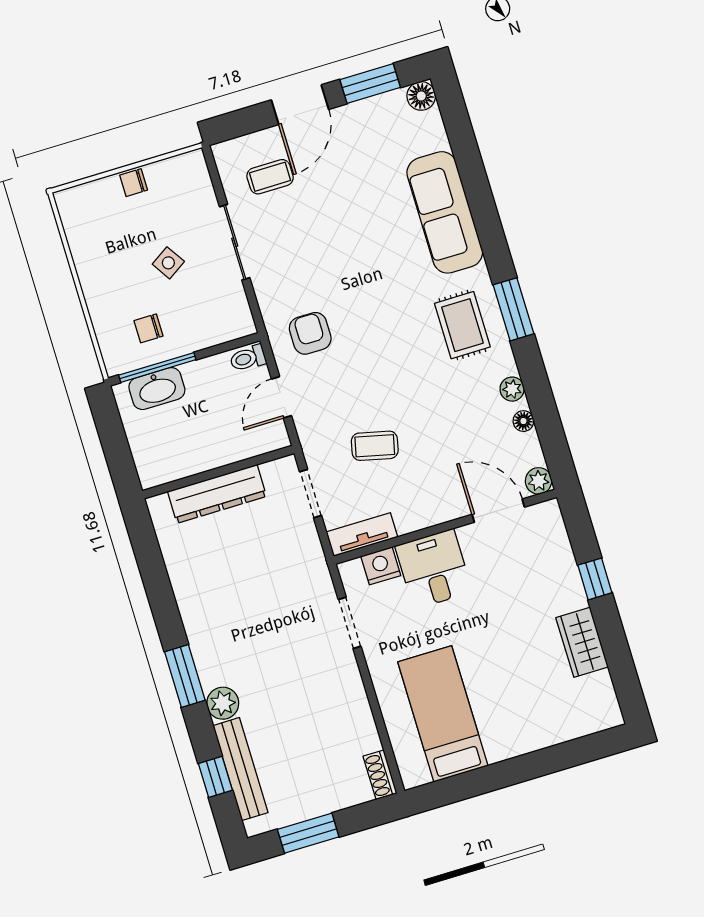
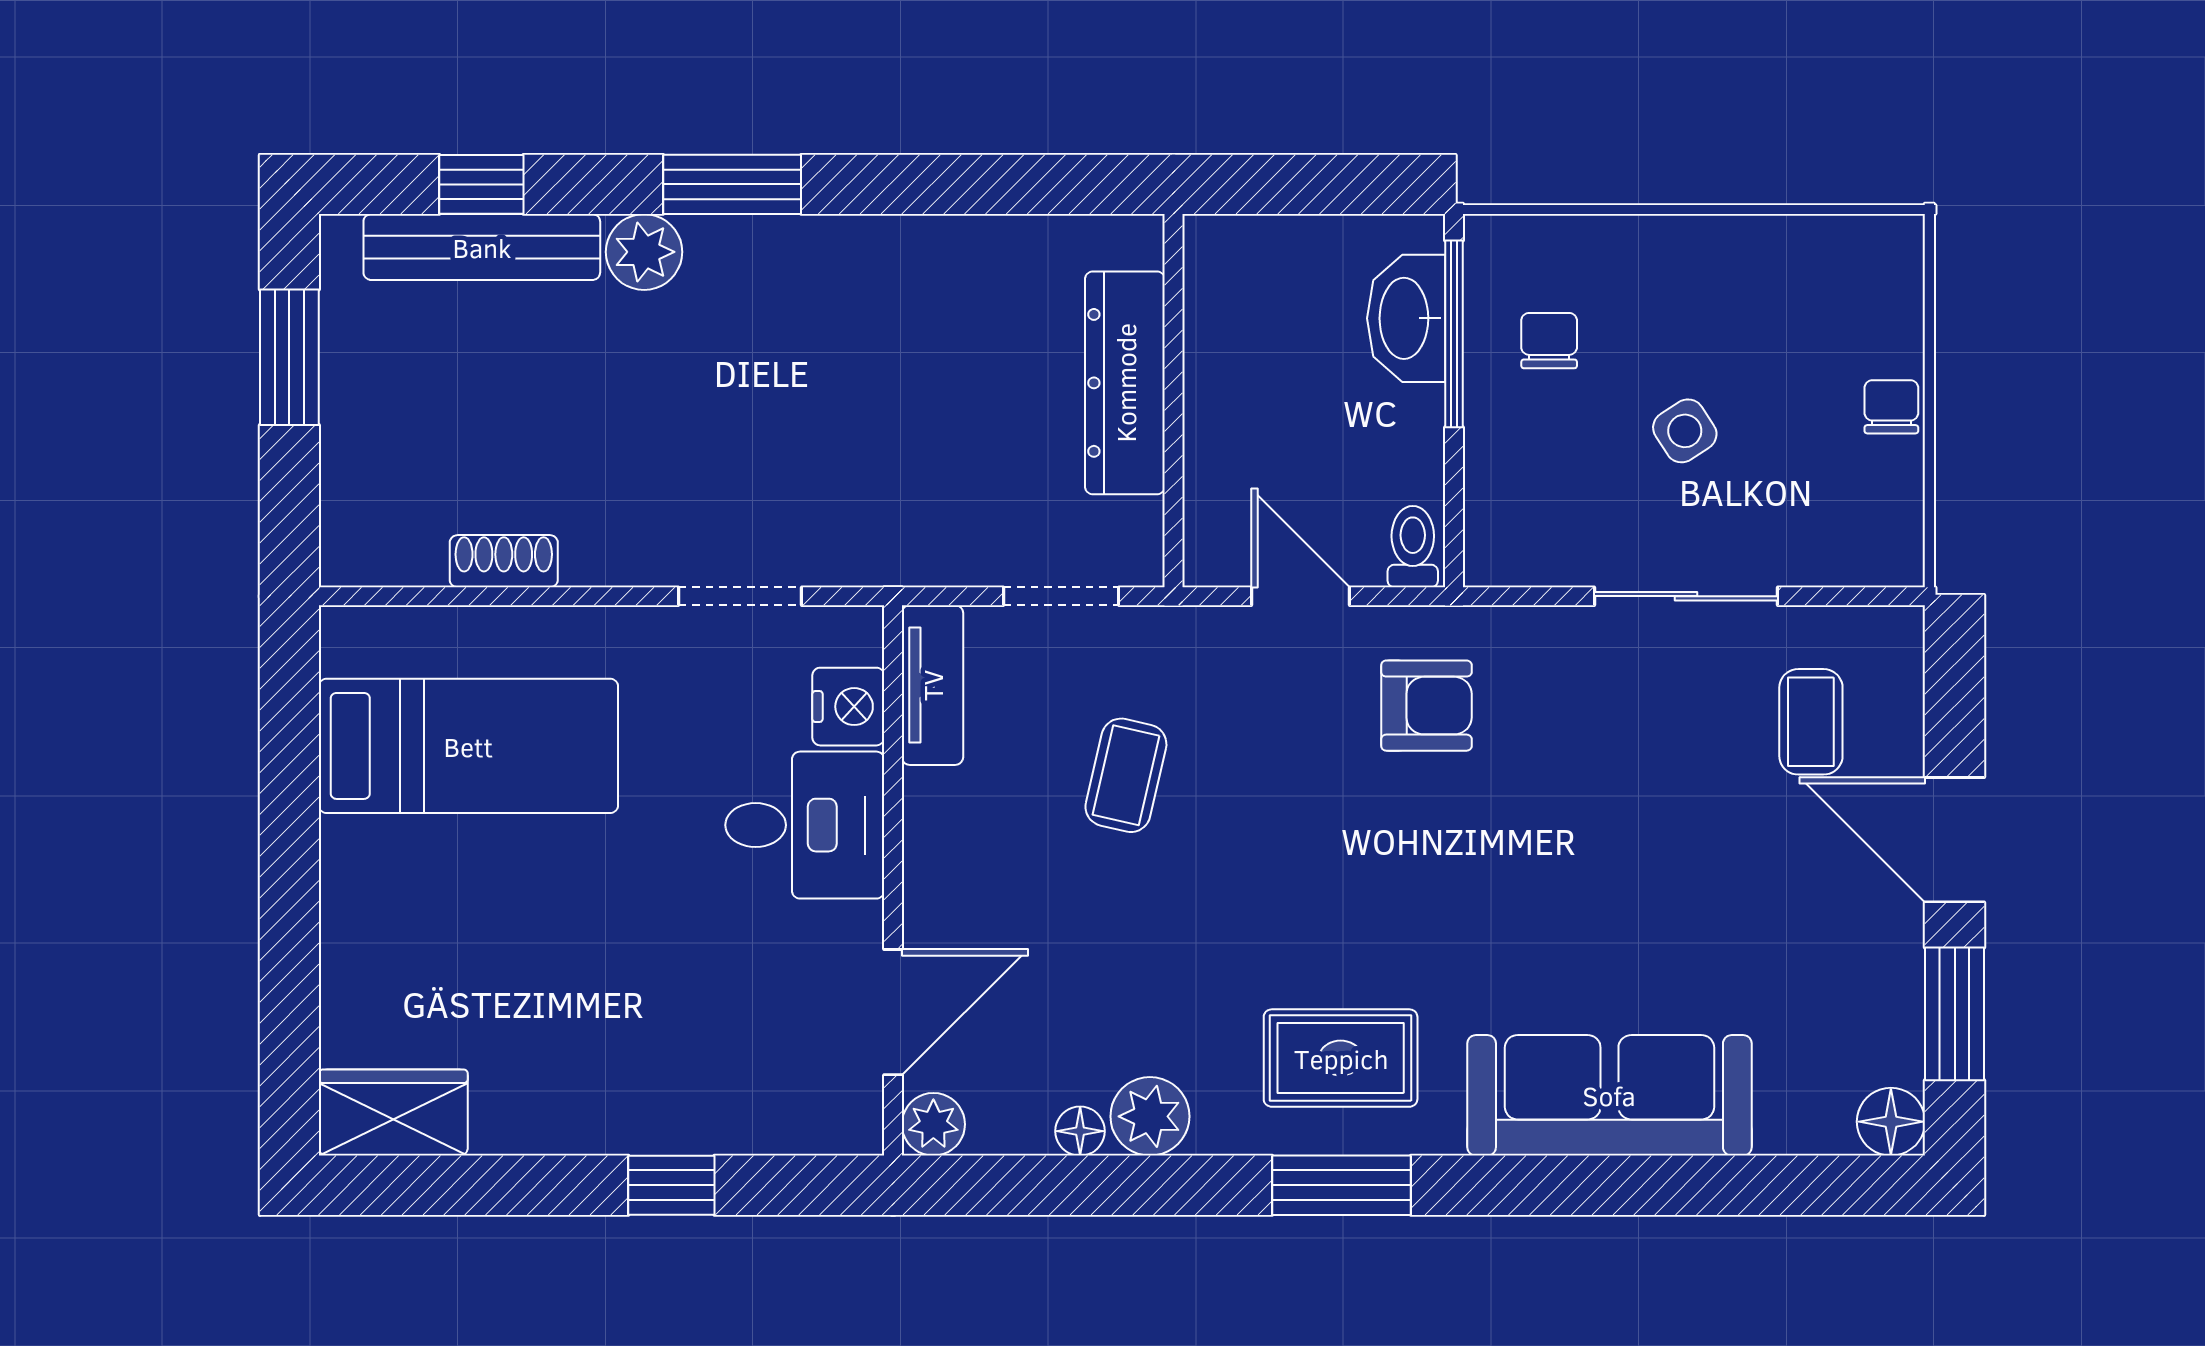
plant: (512, 389) -> (1150, 1116), width x1.38, depth x1.38
wardrobe: (582, 642) -> (393, 1113), moved
shoe rack: (380, 775) -> (504, 561), moved

